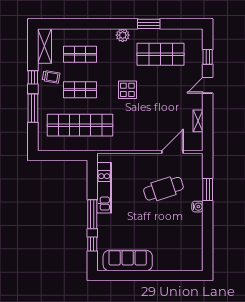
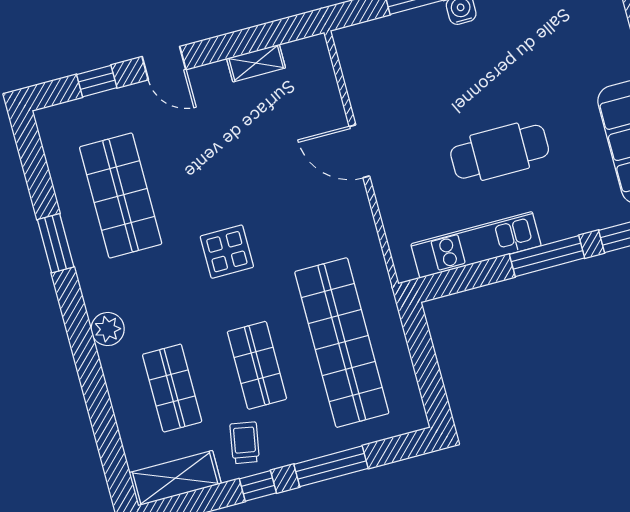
plant: (123, 35) -> (108, 329), moved
door: (173, 152) -> (359, 151), moved
cafe table: (163, 189) -> (500, 152), moved, turned -72

